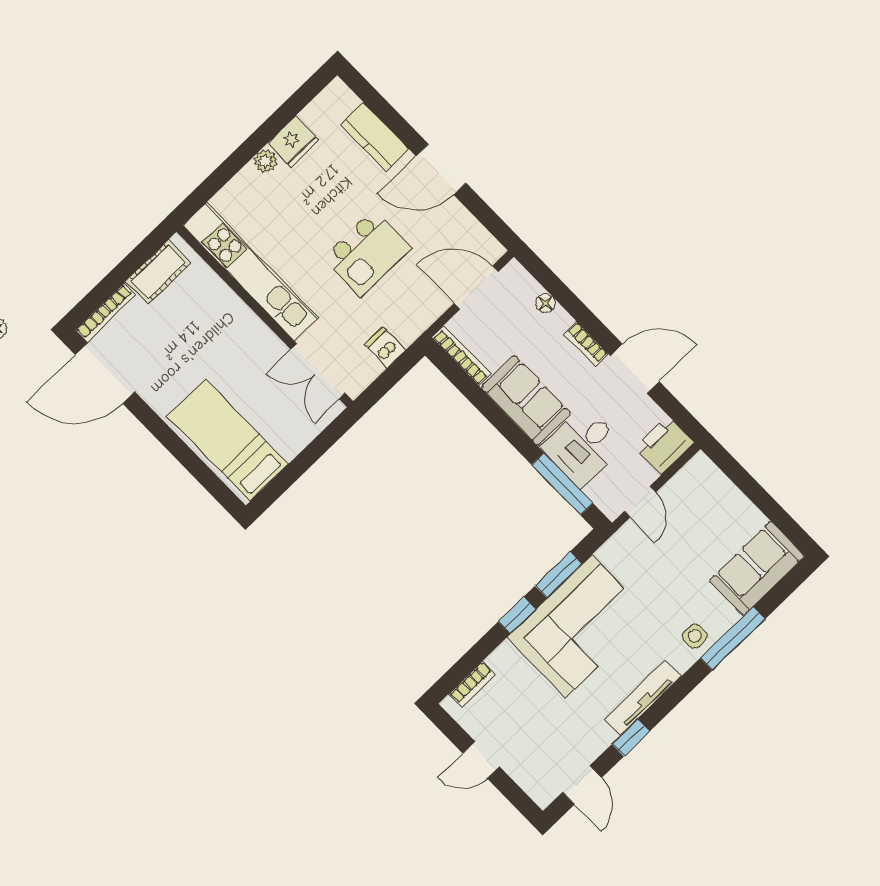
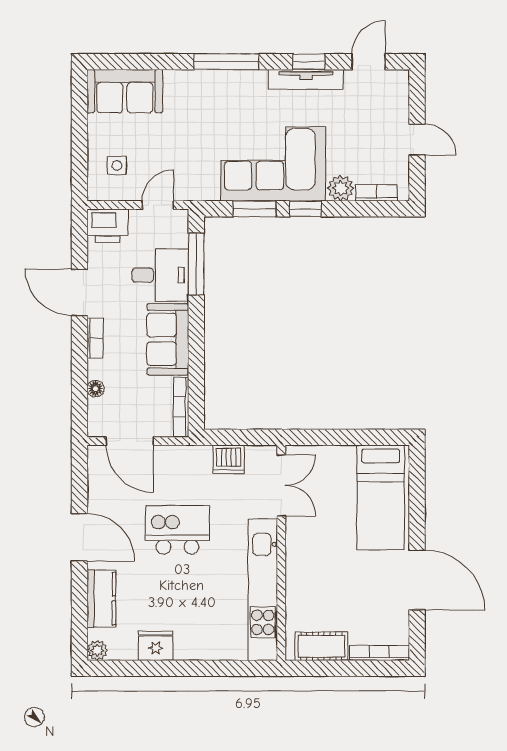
plant: (266, 161) -> (97, 650), moved
dishwasher: (385, 347) -> (229, 459), width x1.38
door: (105, 373) -> (417, 580), moved
side table: (695, 636) -> (117, 165), moved
window: (733, 639) -> (226, 62), moved
plant: (505, 660) -> (341, 188), added
tv unit: (643, 698) -> (306, 79), moved

